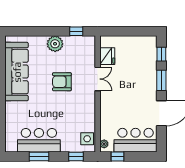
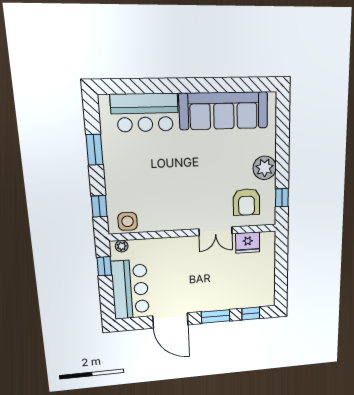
armchair: (62, 82) -> (247, 202), moved, turned 180
bar counter: (39, 140) -> (145, 113), moved, turned 90

